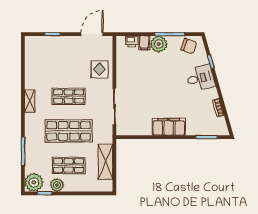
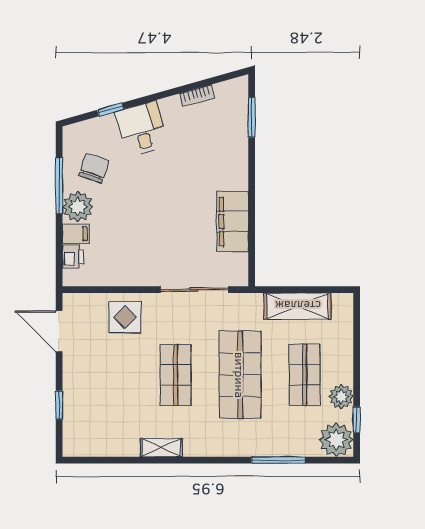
chair: (189, 46) -> (94, 168), moved
shelving: (30, 101) -> (161, 448), moved
filing cabinet: (169, 127) -> (233, 221), moved

